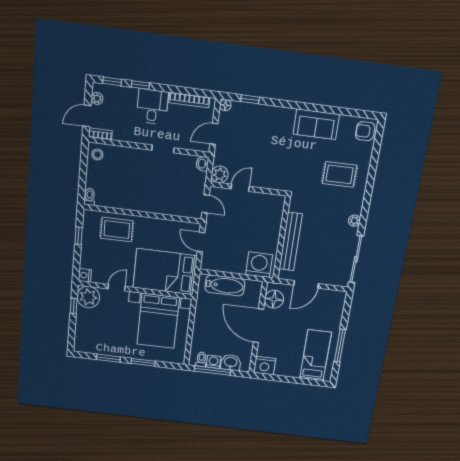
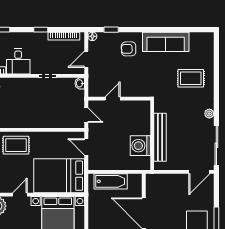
window: (140, 85) -> (41, 30), moved
desk: (152, 107) -> (18, 62), moved, turned 180
sofa: (316, 124) -> (166, 42), width x1.36
armchair: (365, 131) -> (129, 49), moved
plant: (220, 174) -> (95, 90), removed
washing machine: (259, 265) -> (140, 146), moved, turned -90
door: (306, 284) -> (199, 172), moved
floor lamp: (274, 299) -> (154, 188), removed

